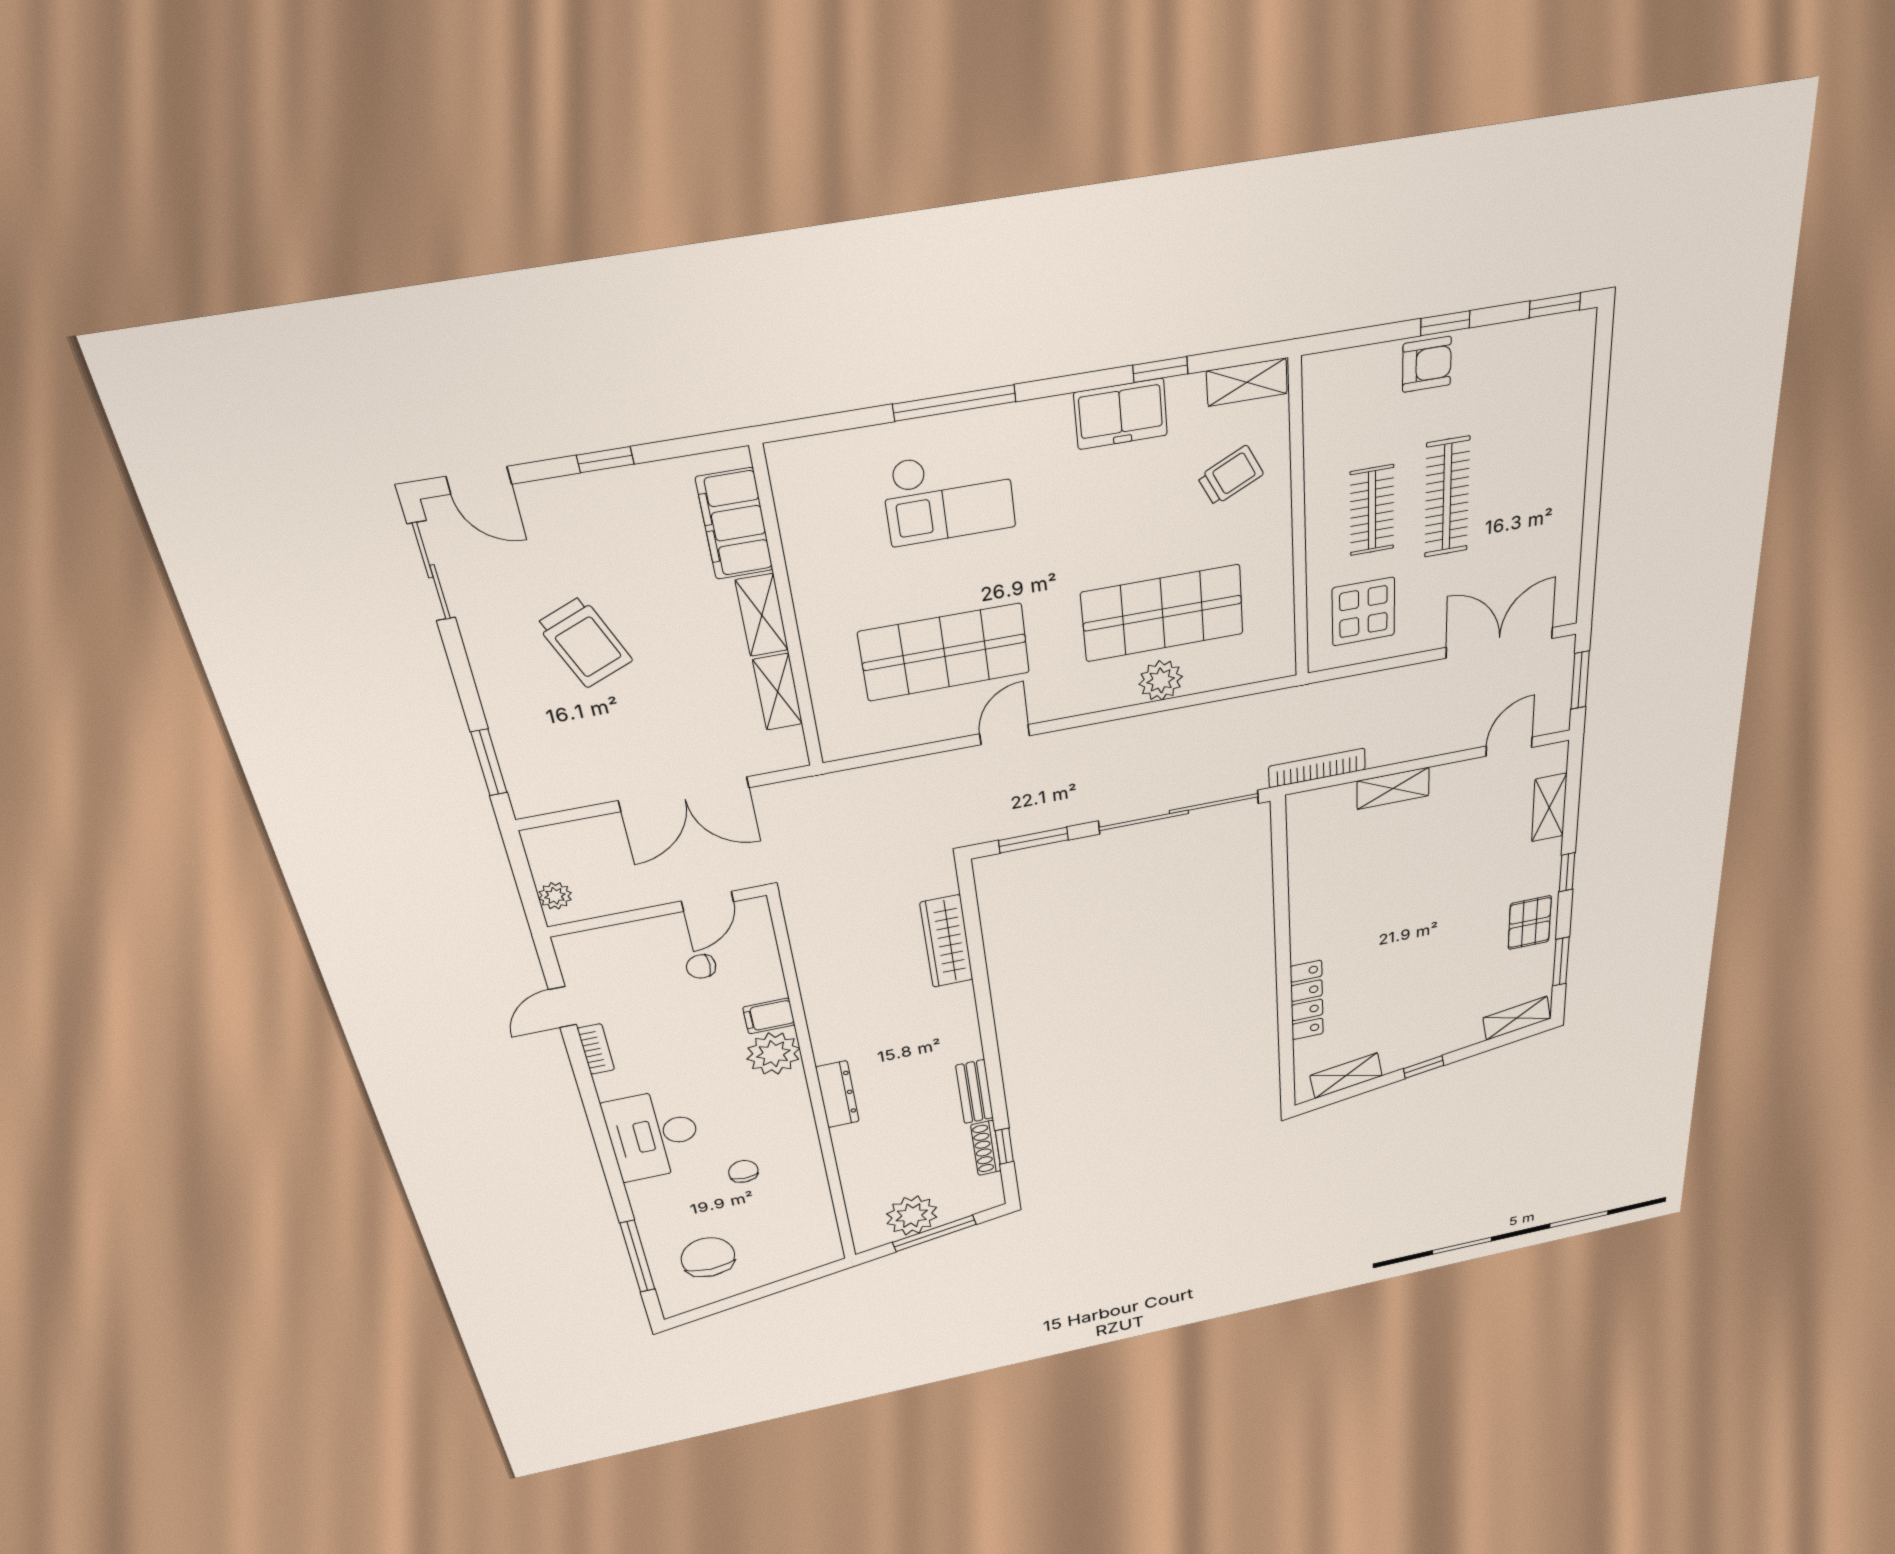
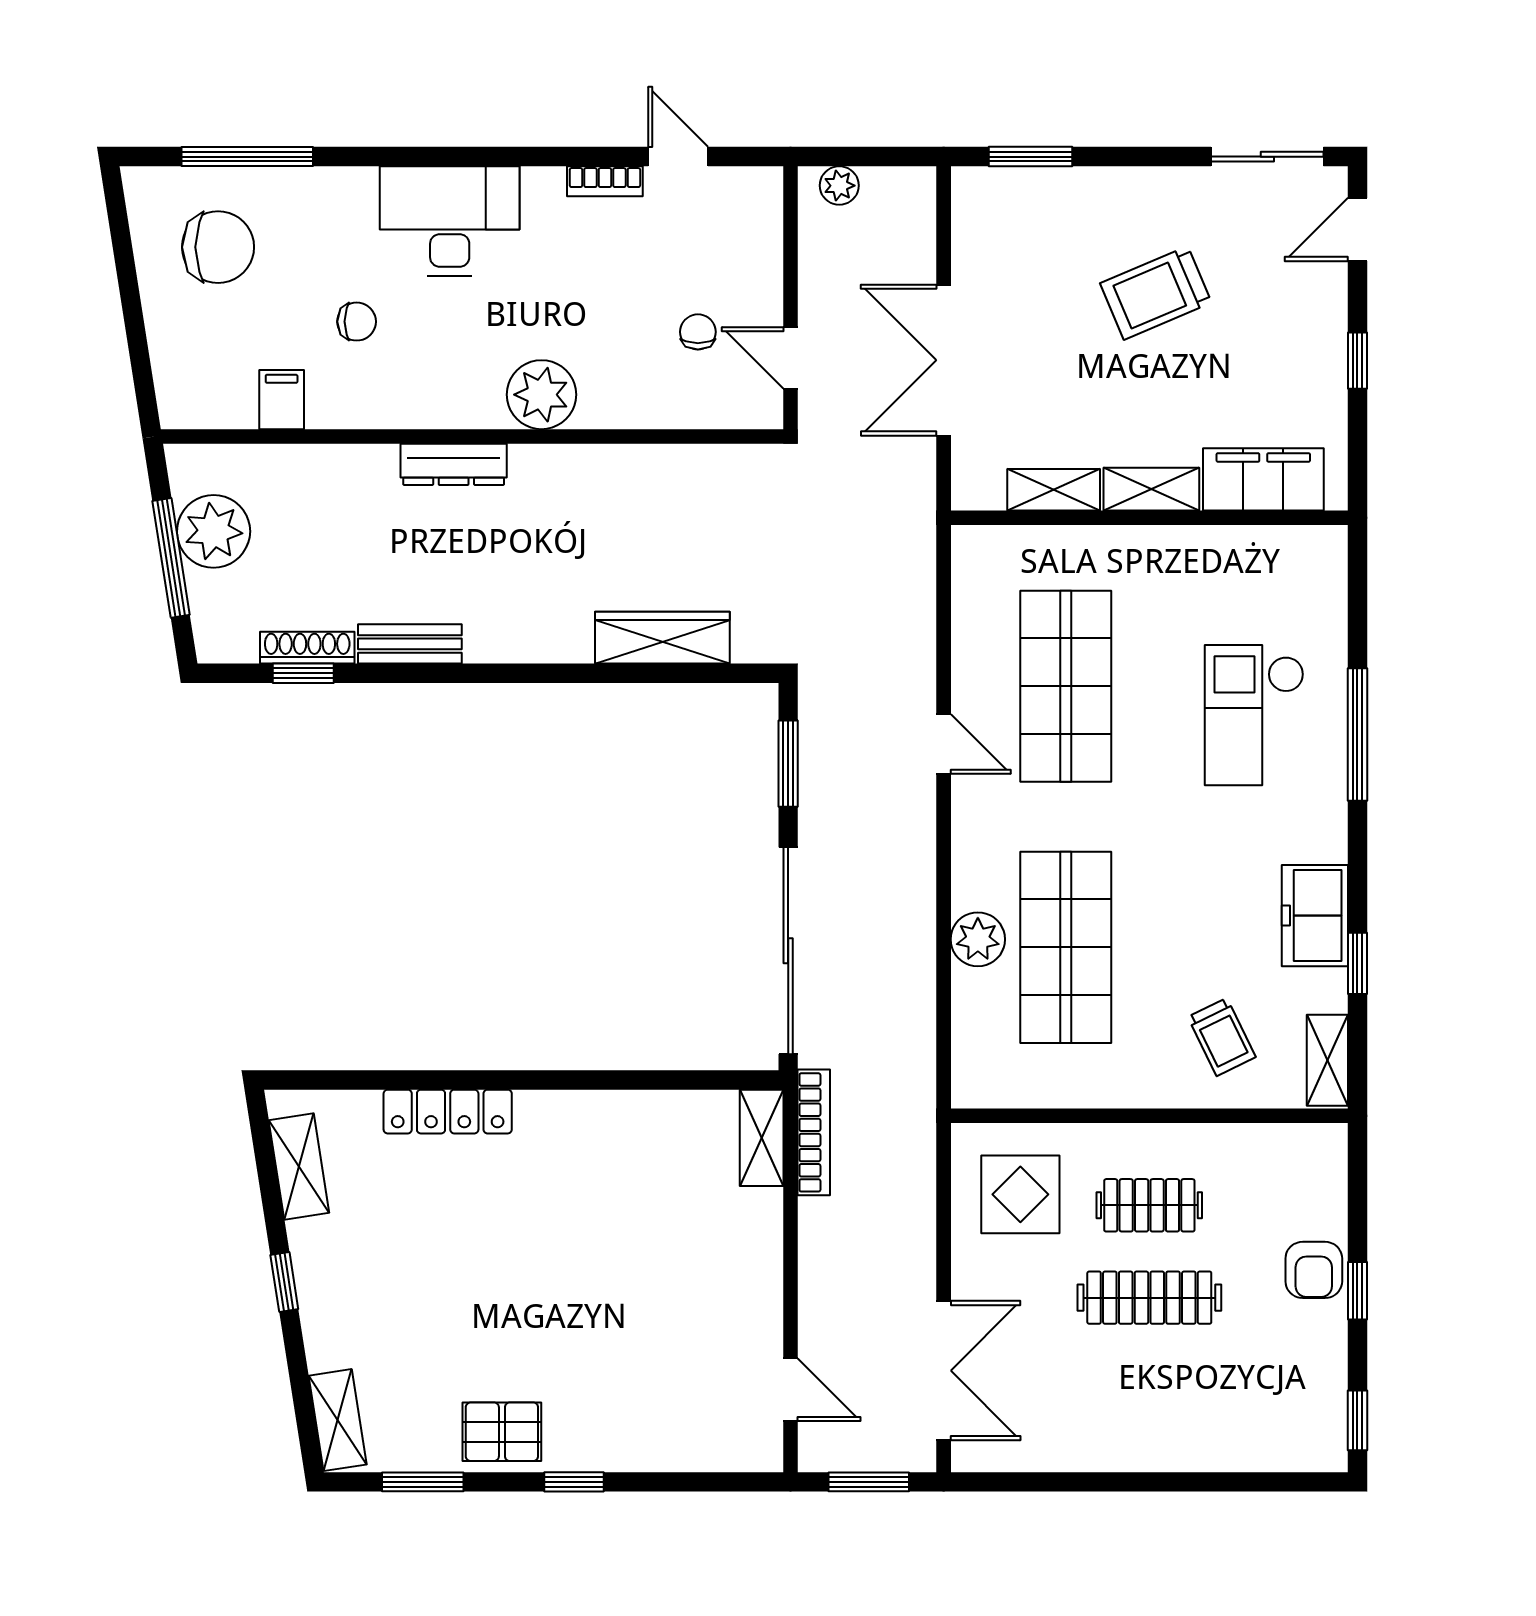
shelving: (1393, 788) -> (762, 1138), moved
shelving: (1549, 808) -> (685, 1450), removed
filing cabinet: (769, 1016) -> (282, 400), moved

